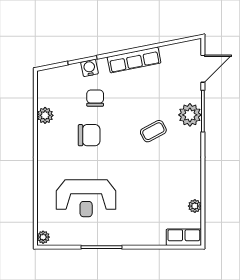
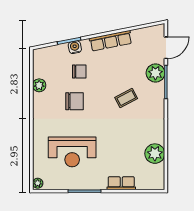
chair: (95, 98) -> (79, 71), turned 90
plant: (190, 115) -> (155, 73), moved
plant: (195, 206) -> (155, 154), width x1.88, depth x1.88
row of seats: (184, 237) -> (121, 183), moved

